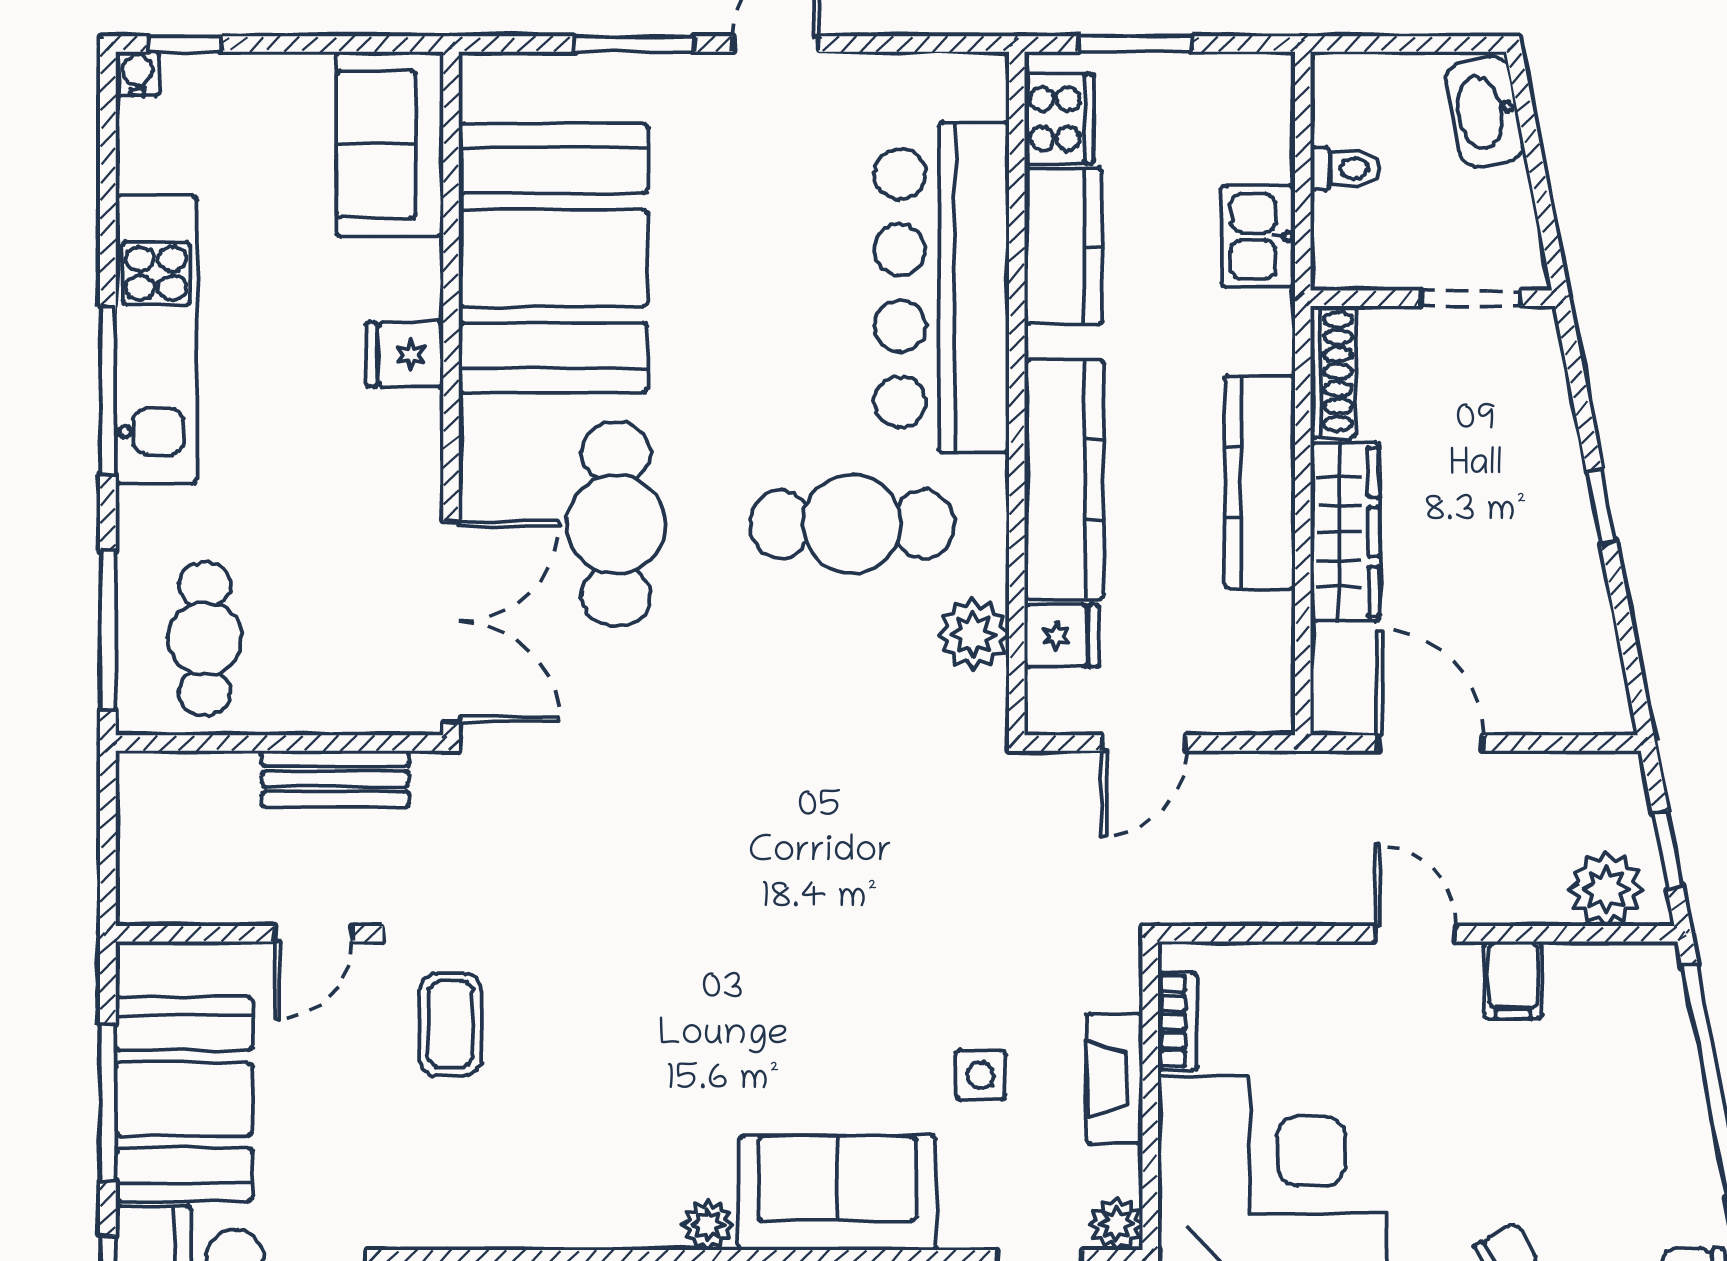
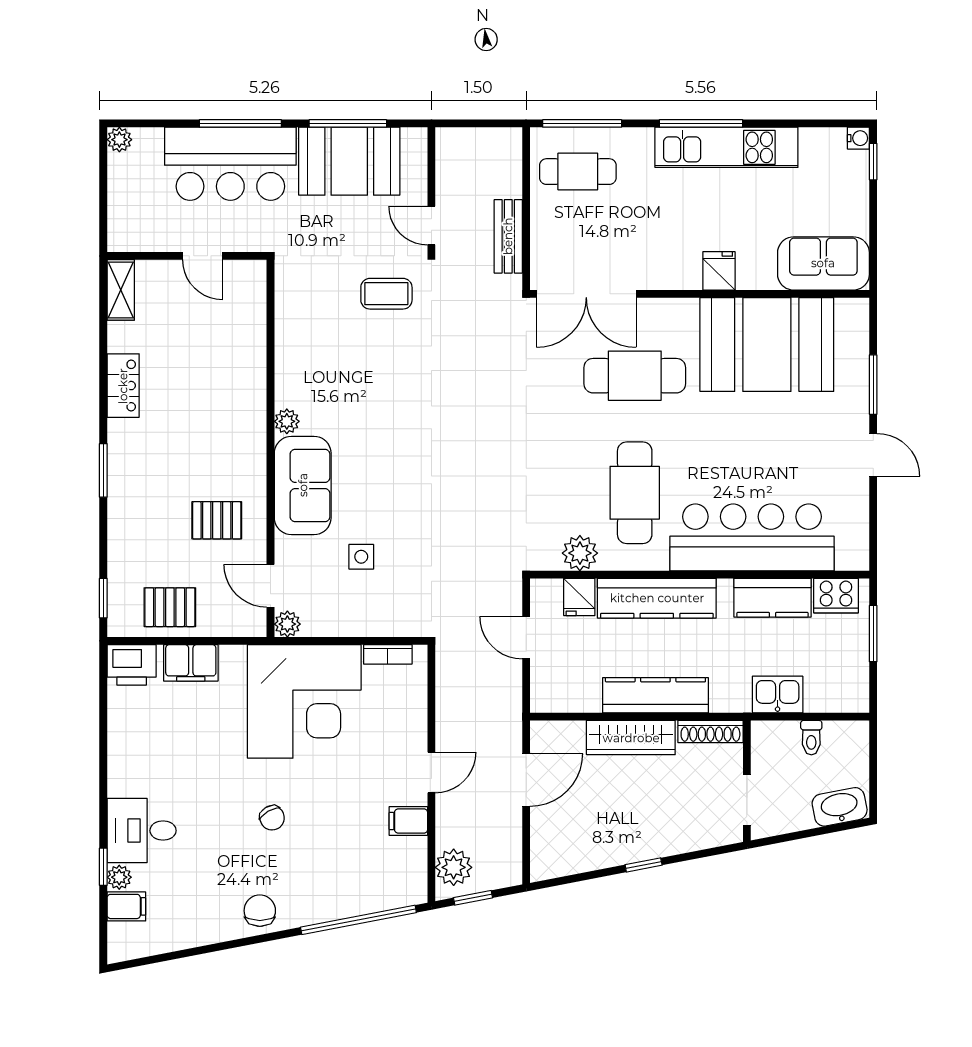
fireplace: (1115, 1079) -> (359, 623), removed

